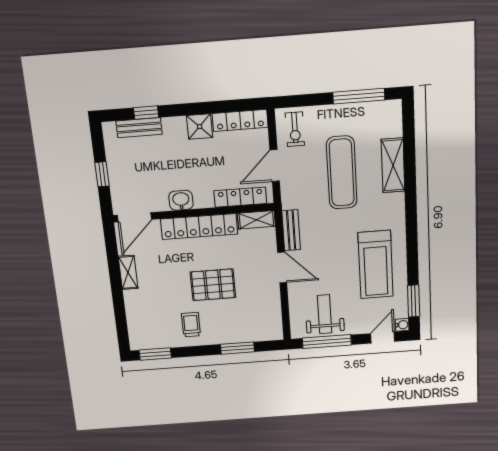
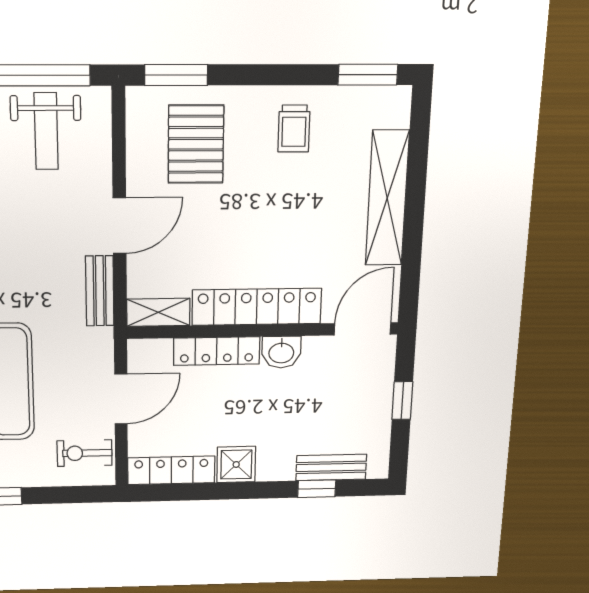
exercise bike: (295, 129) -> (85, 453), turned -90
locker: (240, 197) -> (217, 351), moved
door: (282, 267) -> (119, 226), swing flipped
shelving: (128, 272) -> (387, 198), width x2.20, depth x1.33
pallet: (213, 285) -> (196, 144), moved, turned 90
window: (237, 348) -> (176, 75), moved

